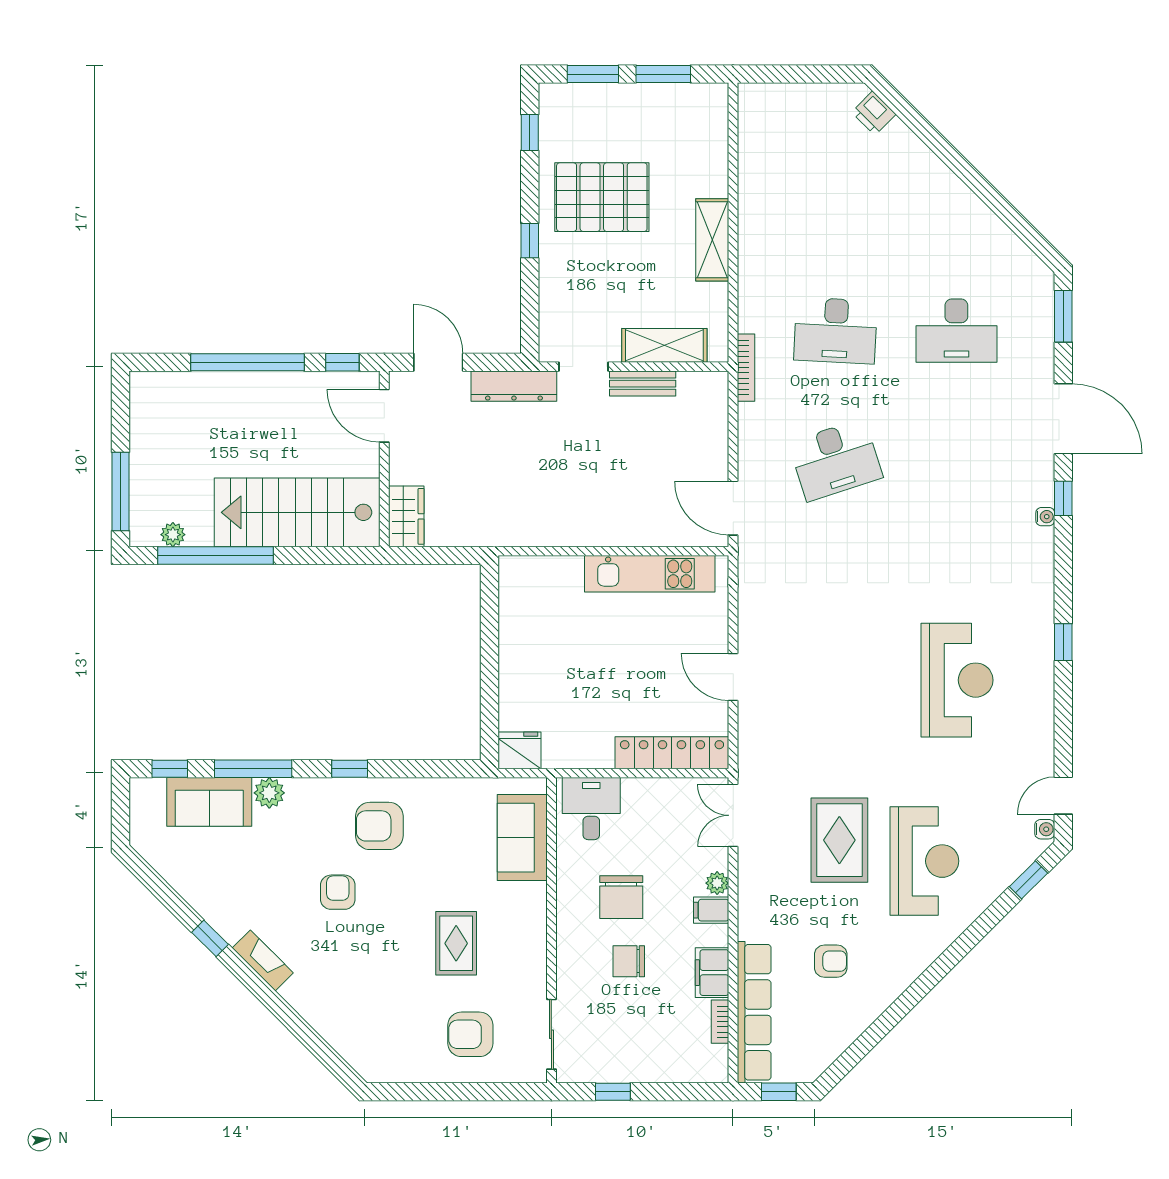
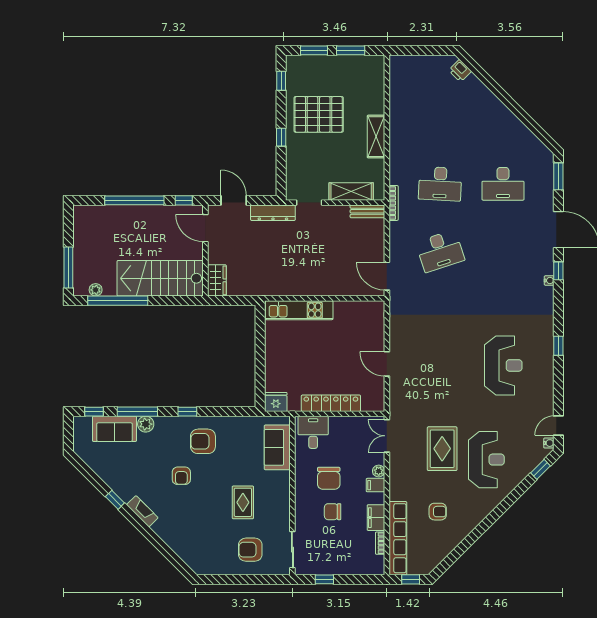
bench: (643, 384) -> (367, 211), moved
kitchen unit: (650, 574) -> (299, 310), moved
locker: (672, 753) -> (331, 403), moved
armchair: (338, 892) -> (181, 476), turned 180

